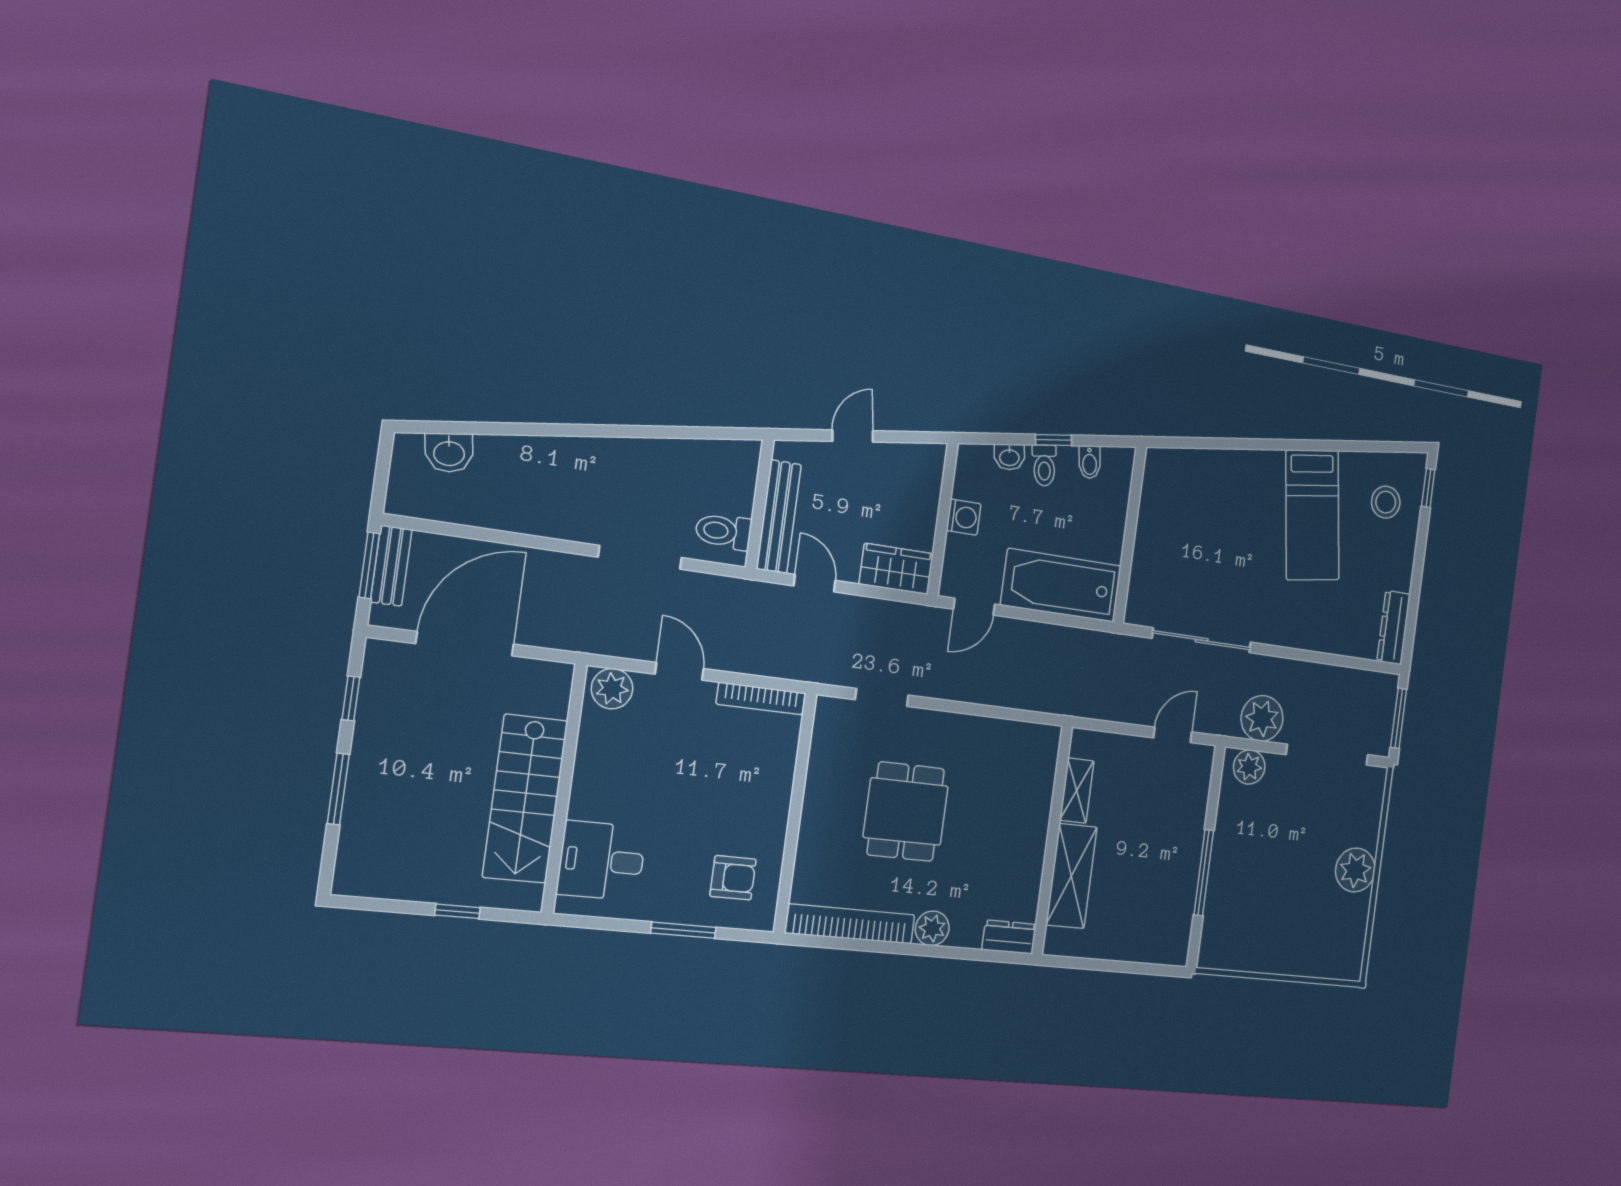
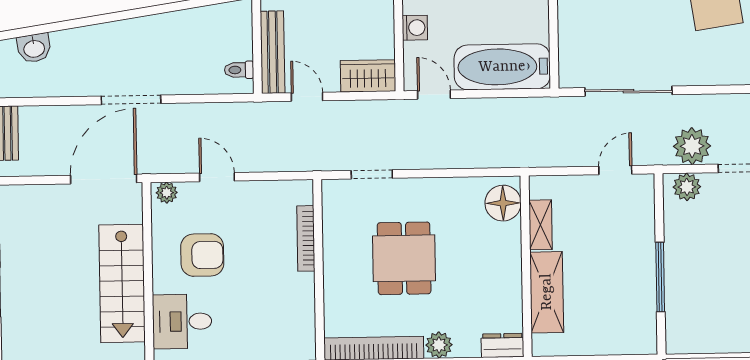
toilet: (723, 531) -> (239, 70), width x0.73, depth x0.72
doorway: (640, 557) -> (131, 100), moved
door: (974, 607) -> (434, 95), swing flipped
door: (465, 644) -> (104, 179), moved
plant: (612, 689) -> (167, 193), width x0.73, depth x0.73
bookcase: (761, 699) -> (306, 238), moved, turned 90
floor lamp: (1037, 757) -> (503, 203), added
armchair: (733, 878) -> (202, 255), moved, width x1.38, depth x1.38

